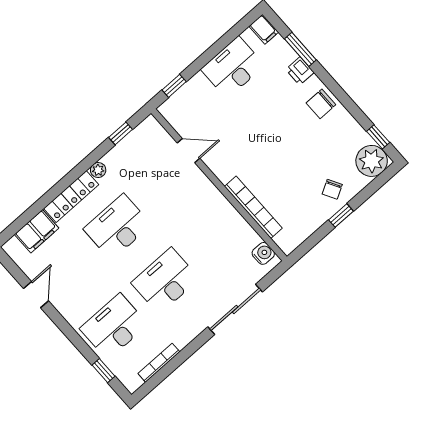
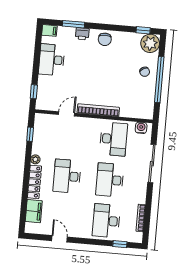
bookcase: (253, 207) -> (98, 110), moved
window: (341, 215) -> (159, 79), width x3.17
desk: (217, 235) -> (113, 139), added

